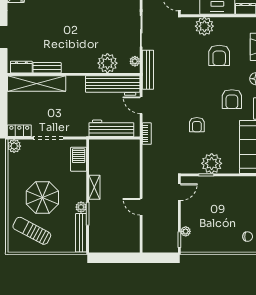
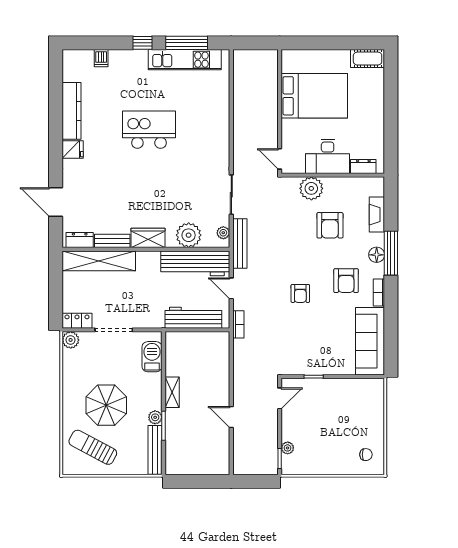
wardrobe: (75, 65) -> (148, 238), added
armchair: (197, 125) -> (300, 293), moved
plant: (212, 163) -> (320, 362), removed

